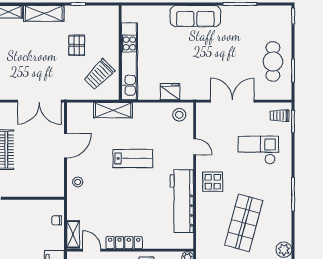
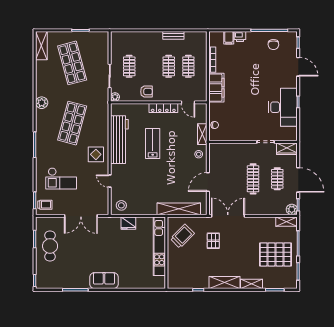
sofa: (195, 16) -> (104, 281), width x0.73
pallet: (77, 45) -> (213, 241), moved
shelving: (113, 110) -> (179, 209), width x1.47
lab bench: (133, 158) -> (153, 144), moved, turned 90
shelving: (73, 234) -> (202, 134), moved

